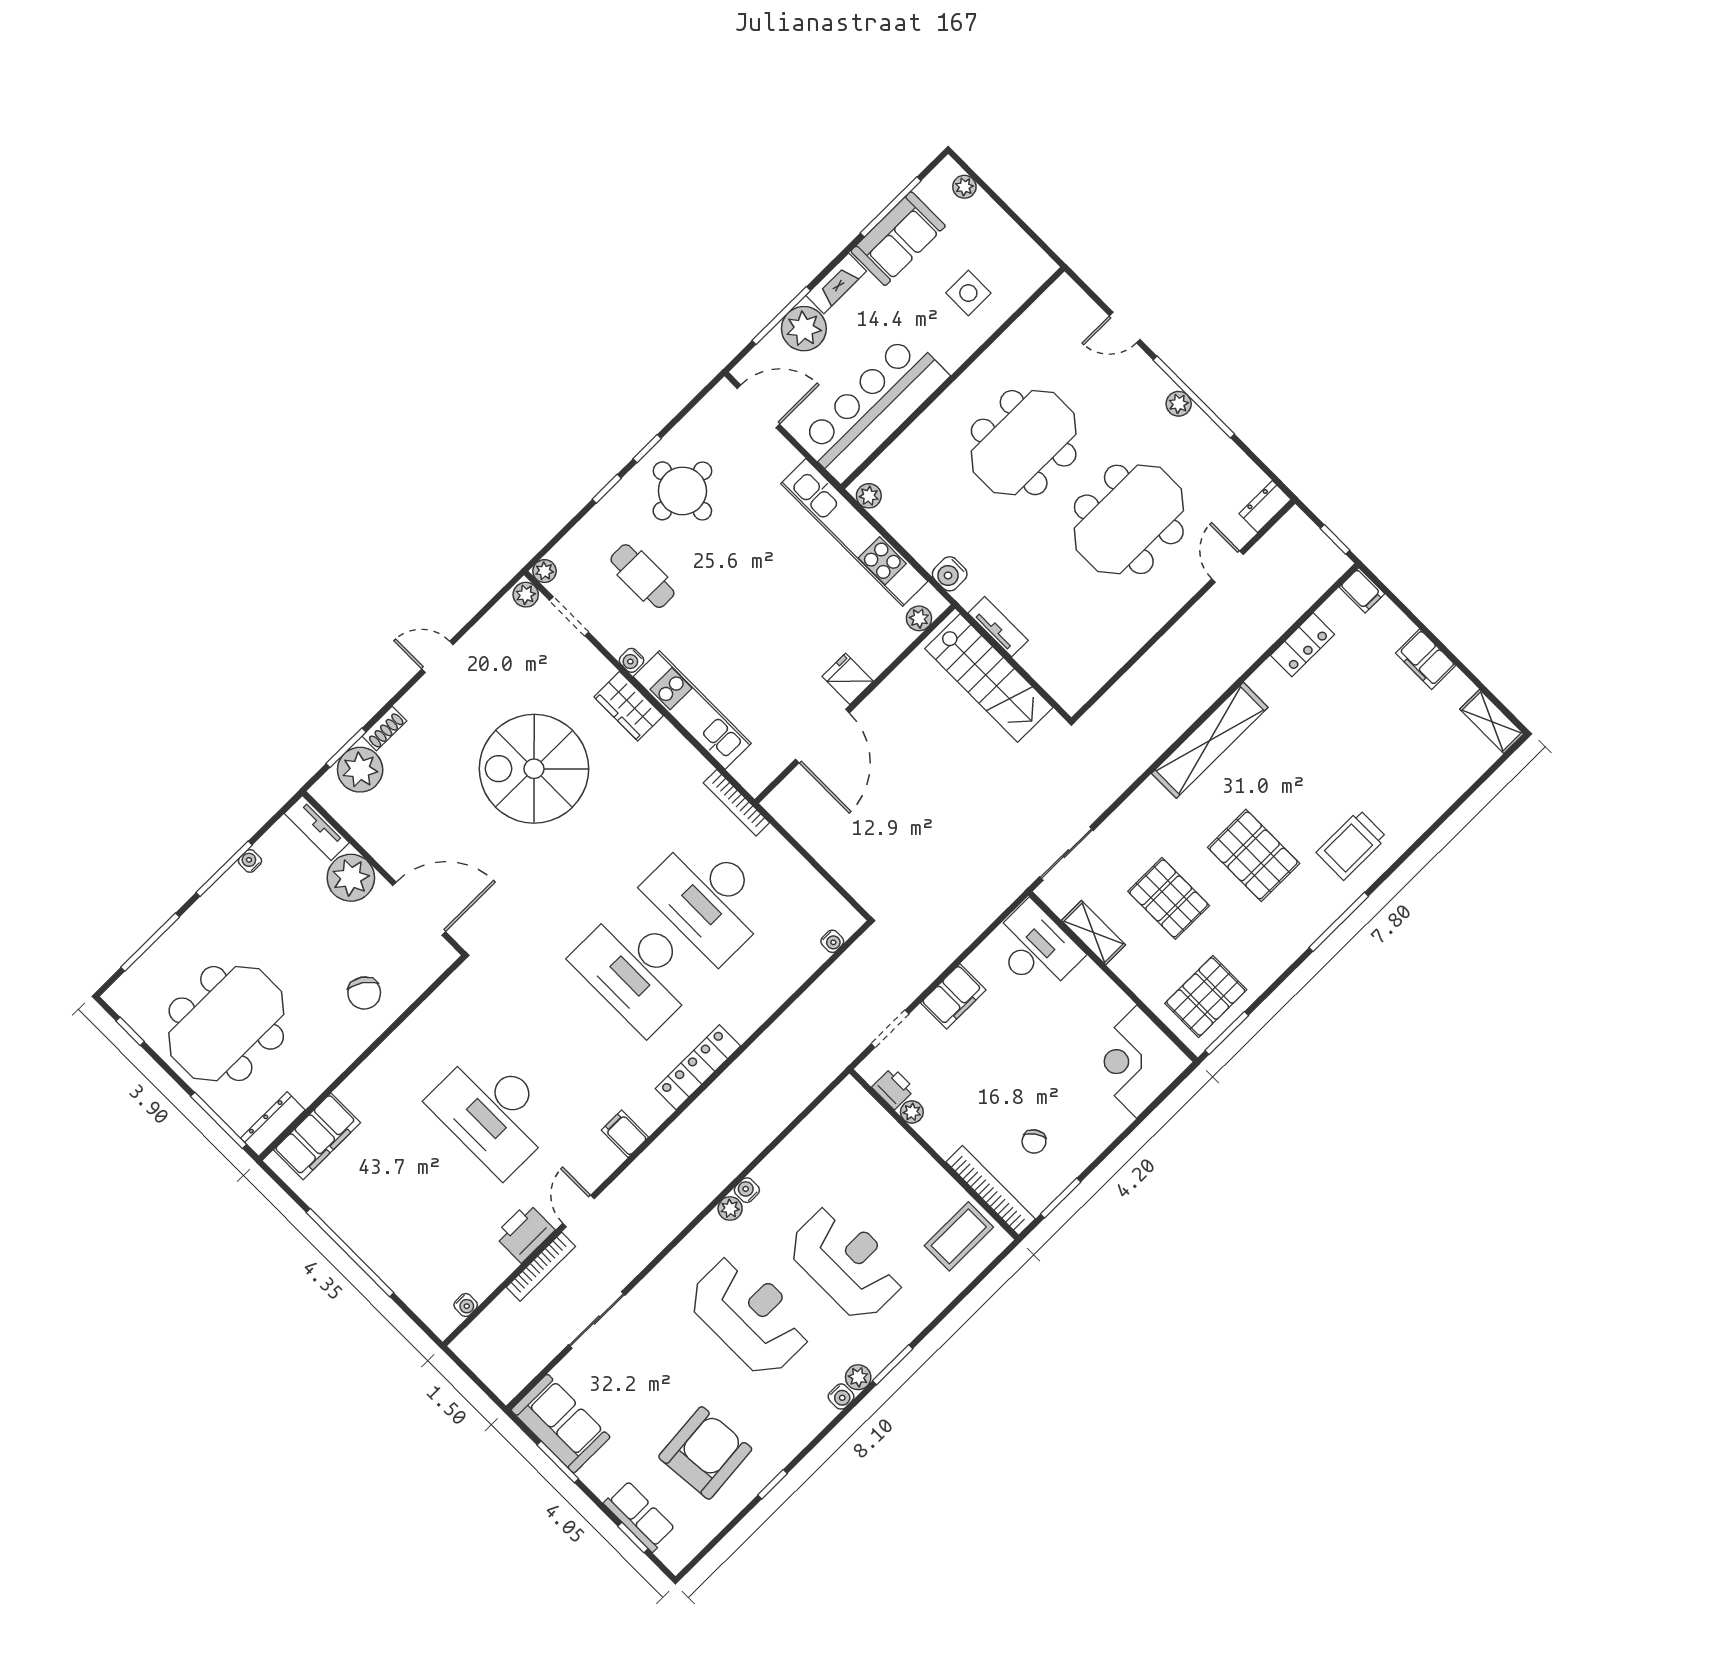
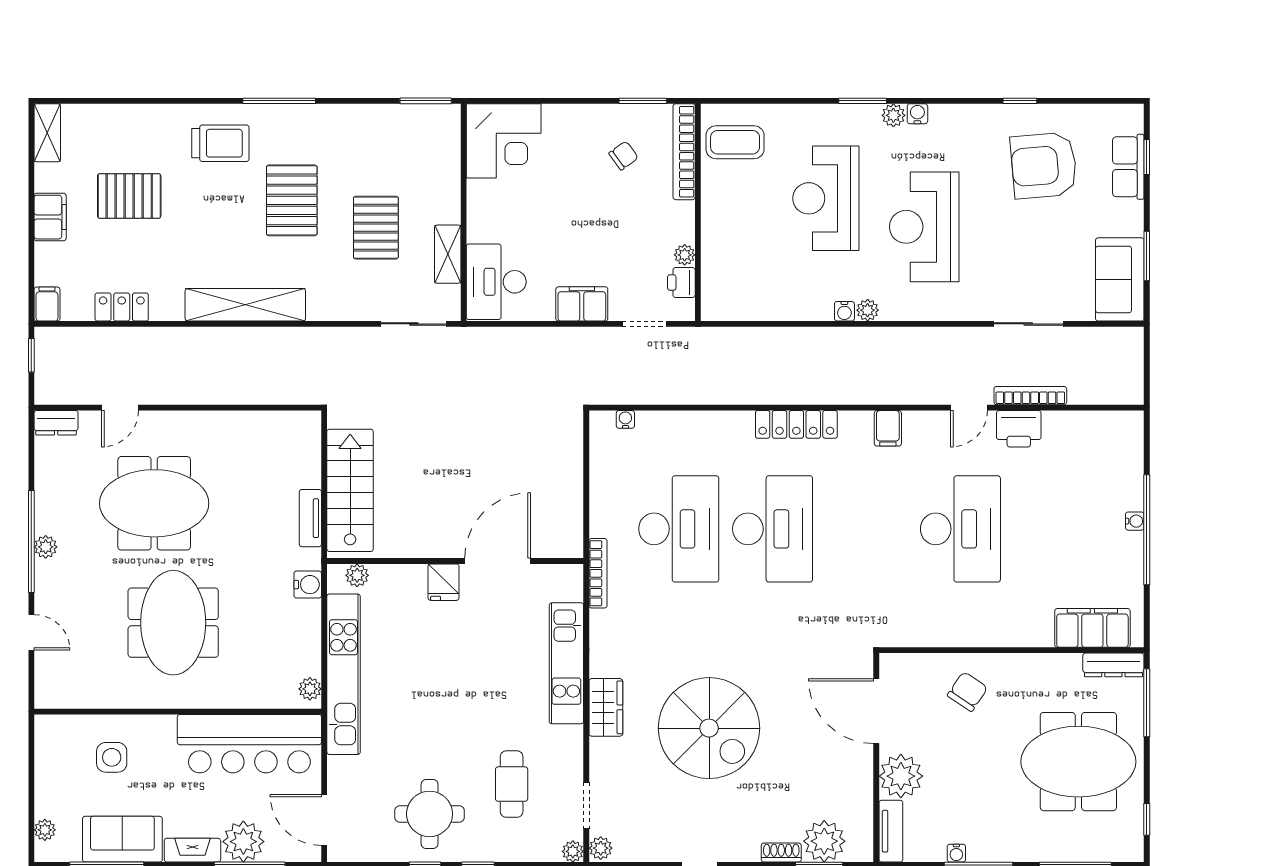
meeting table: (1024, 443) -> (173, 623), turned 90
water cooler: (632, 660) -> (574, 736), removed
pallet: (1206, 997) -> (129, 196), moved
water cooler: (466, 1305) -> (1135, 521), moved, turned 90

